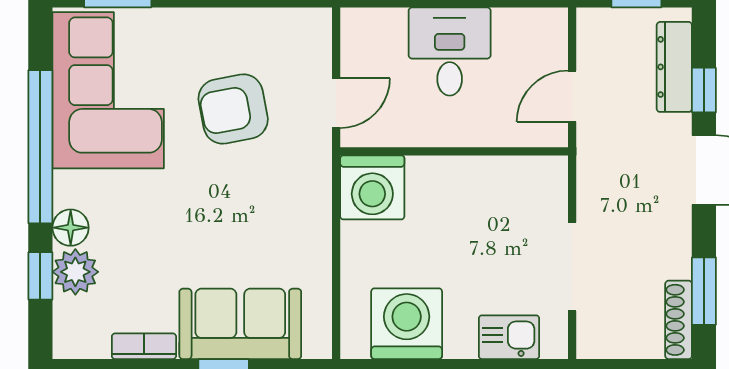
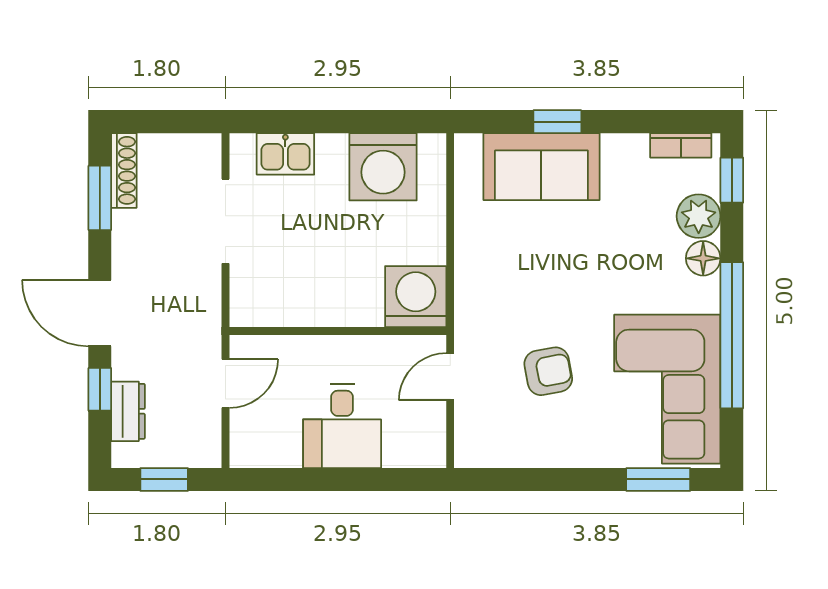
dresser: (674, 67) -> (128, 411), width x0.70
armchair: (233, 109) -> (548, 371), width x0.72, depth x0.72
window: (40, 276) -> (732, 180), moved
bookcase: (144, 346) -> (681, 145), moved

